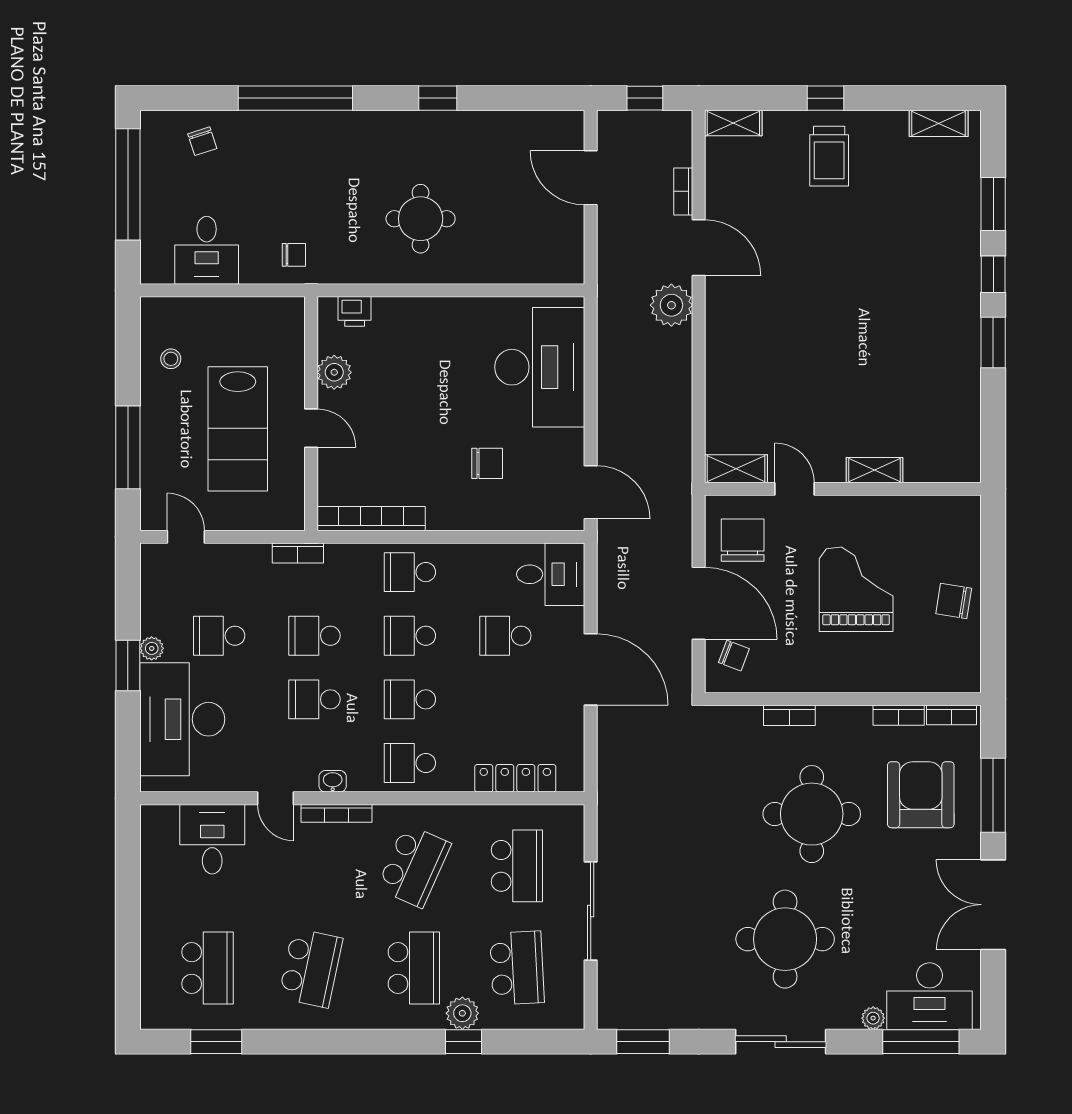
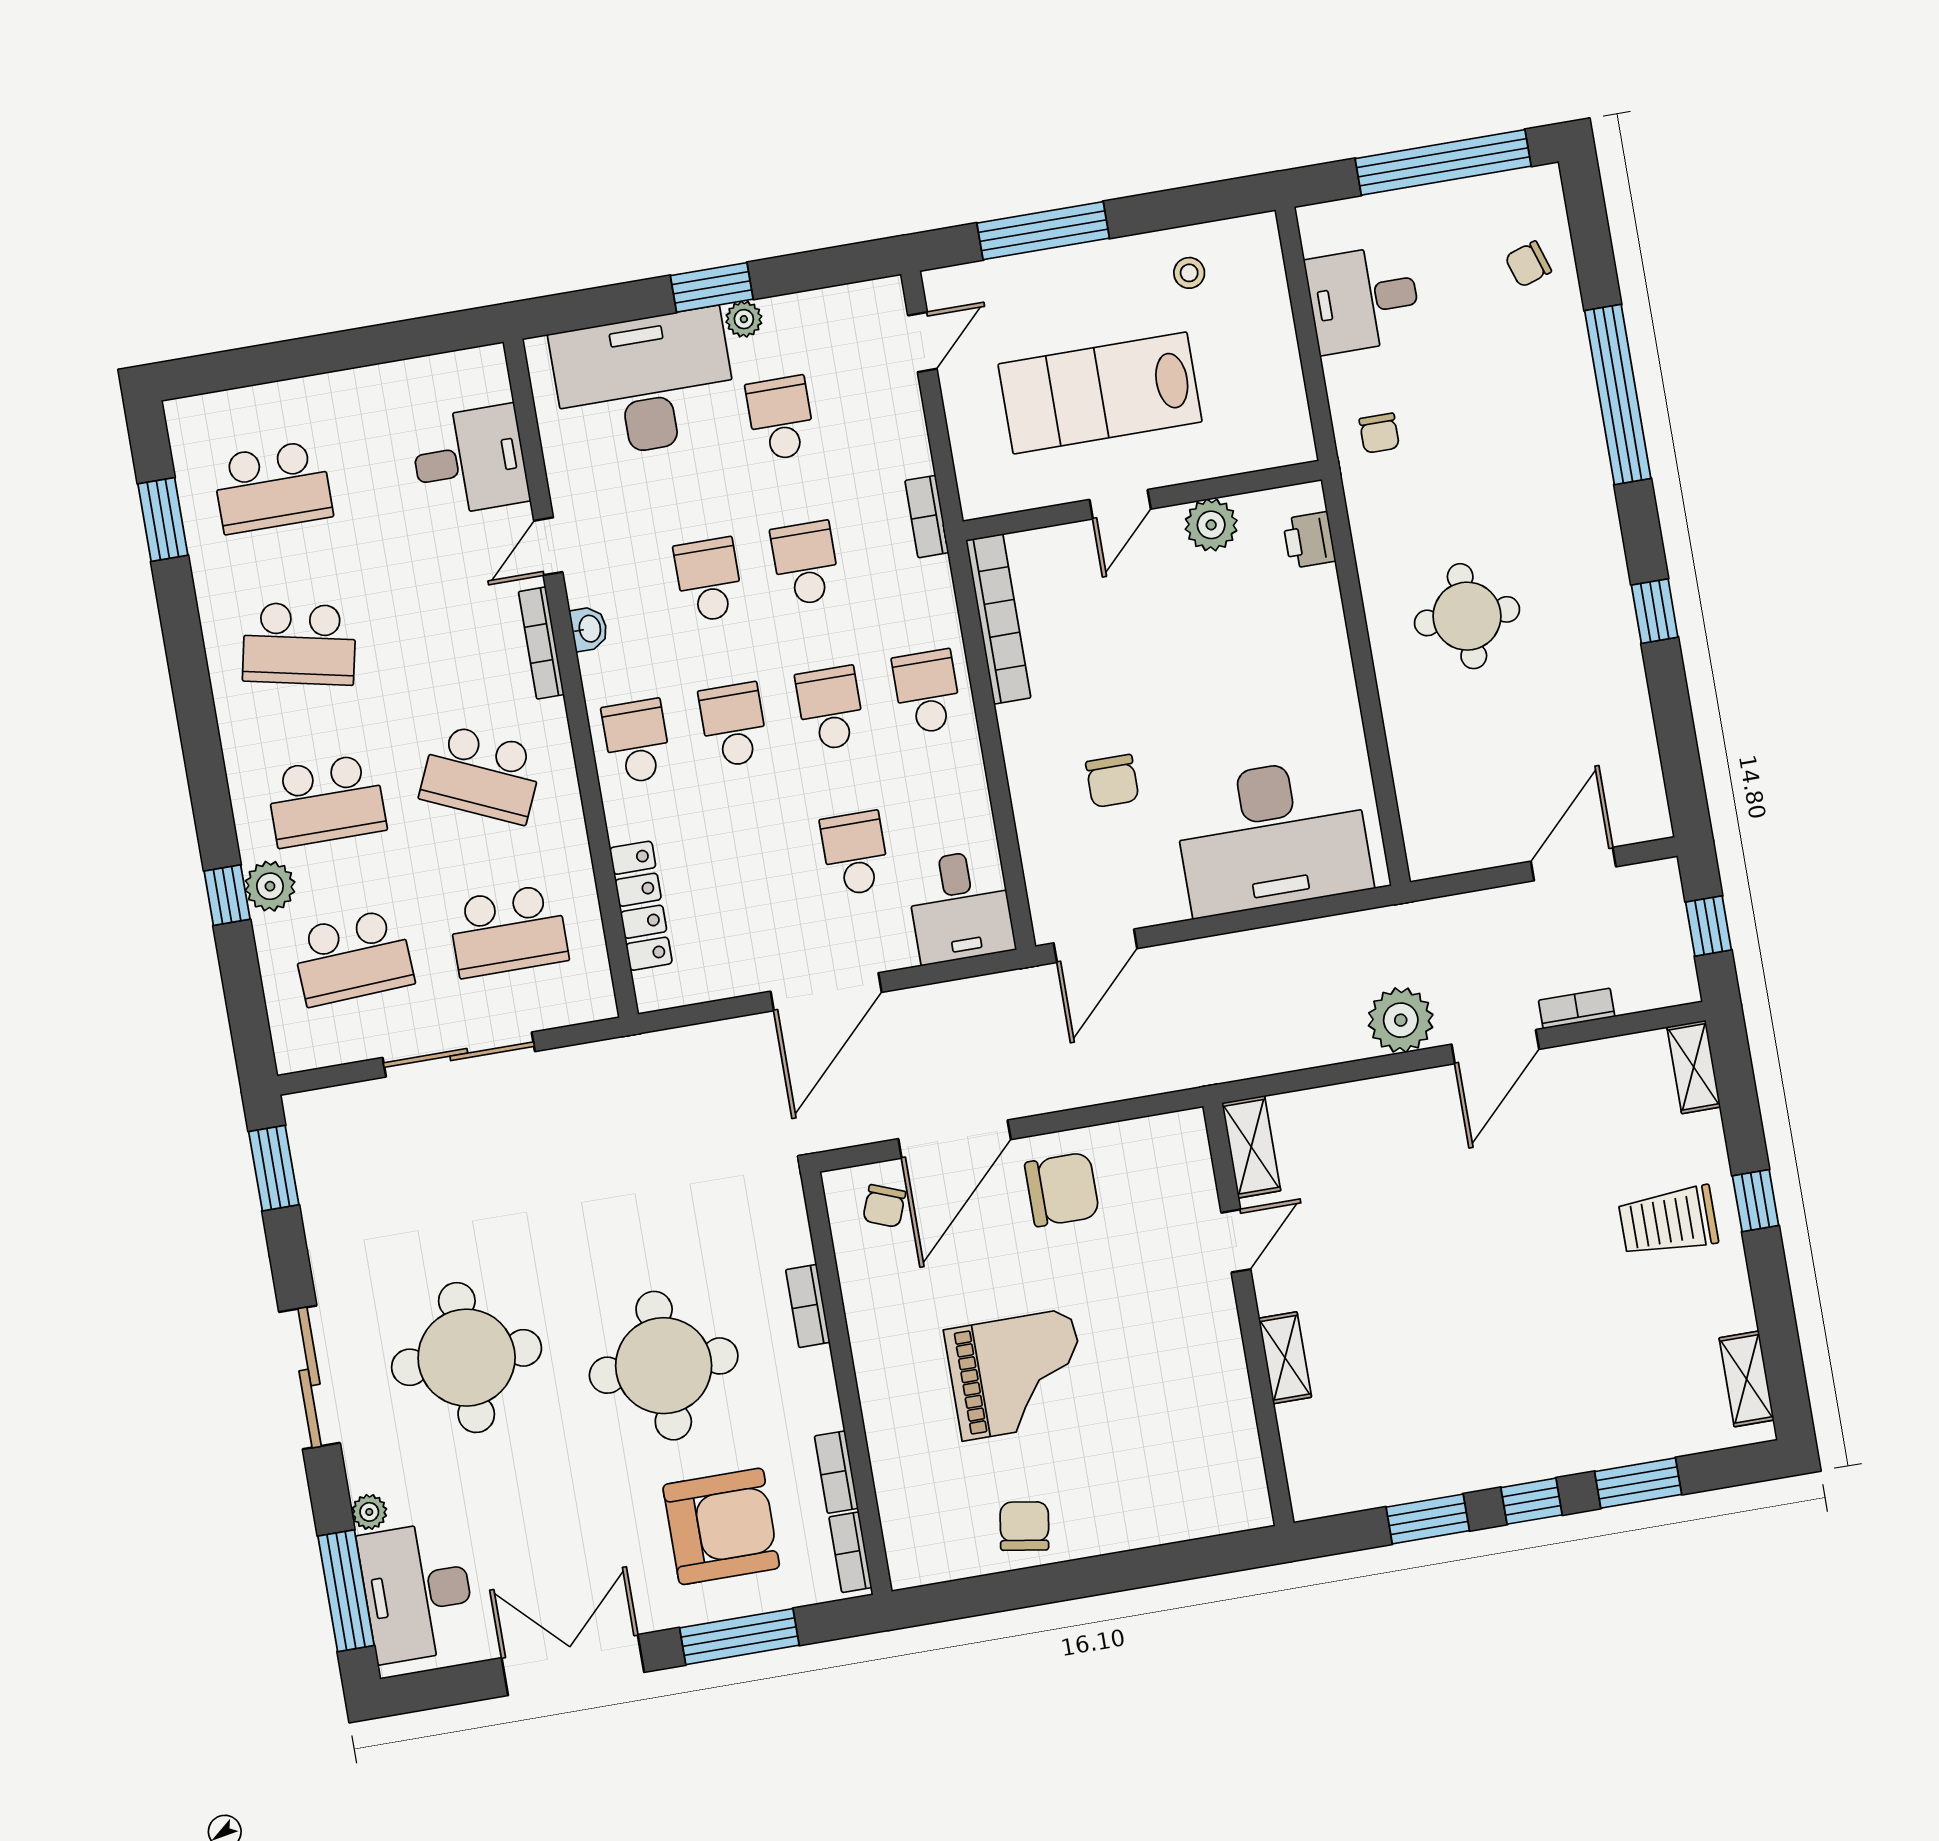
shelving: (736, 469) -> (1251, 1147), moved
shelving: (875, 470) -> (1285, 1358), moved
door: (795, 489) -> (1236, 1241), moved
wall: (843, 489) -> (1248, 1314), moved

